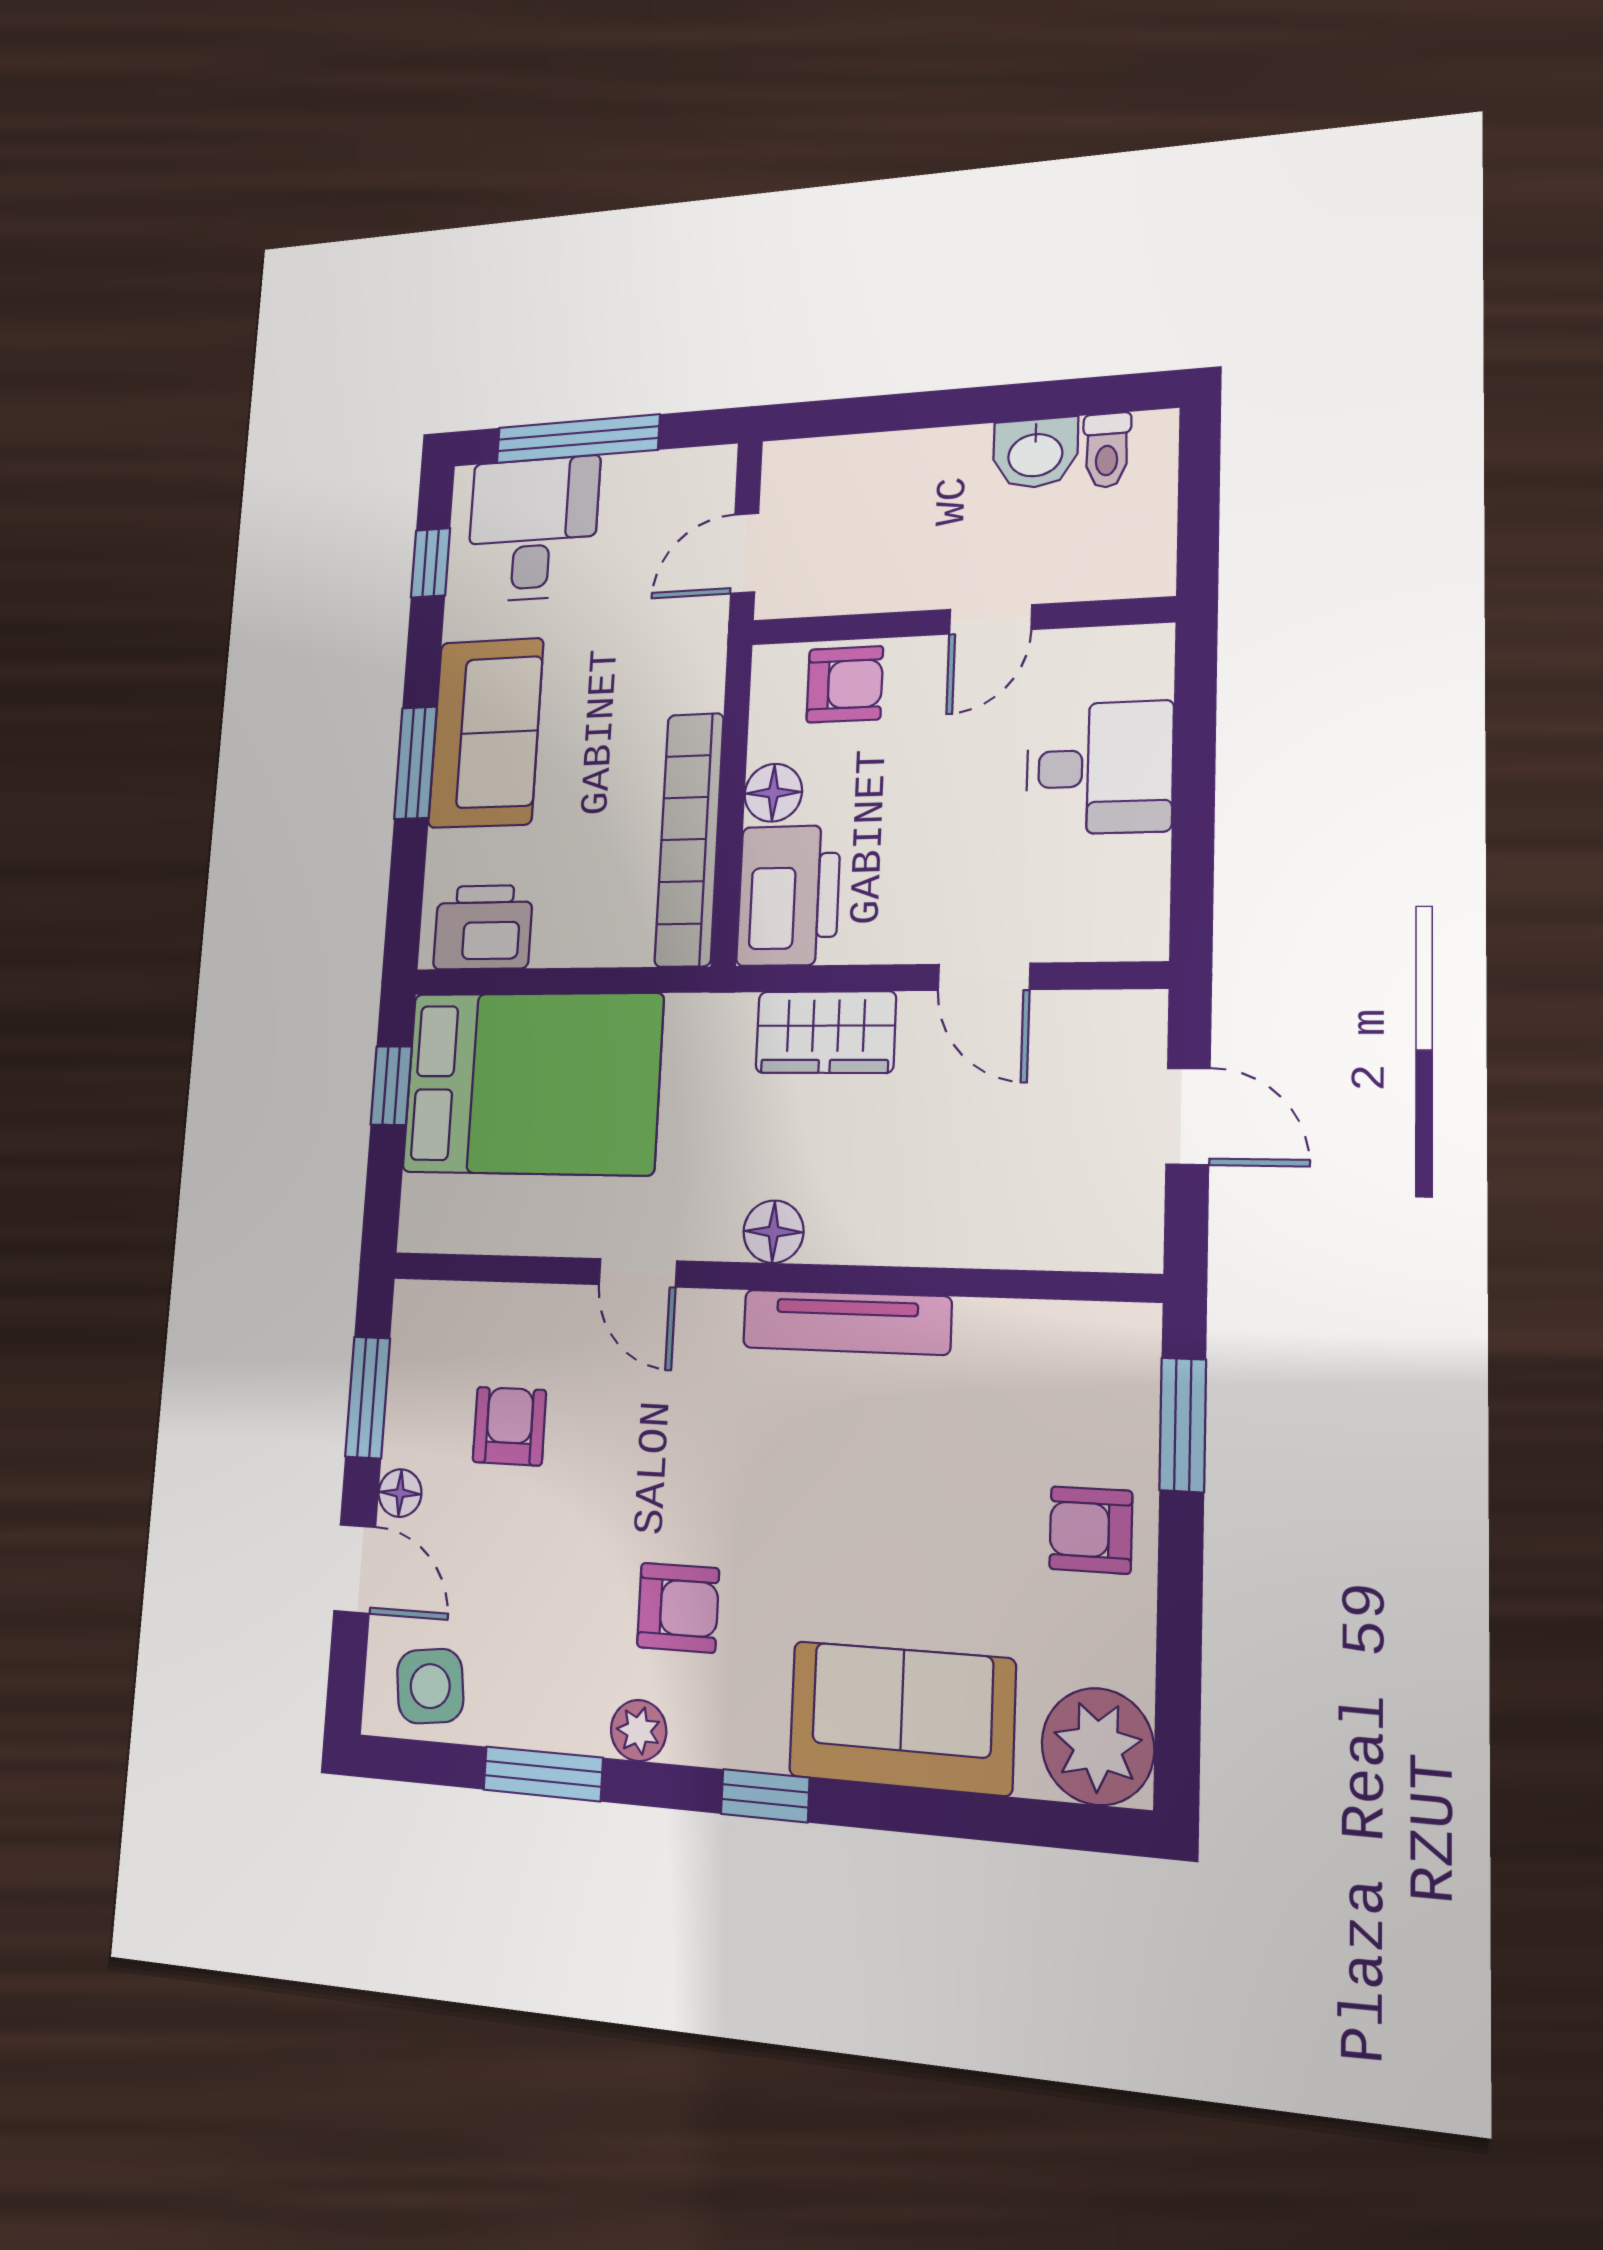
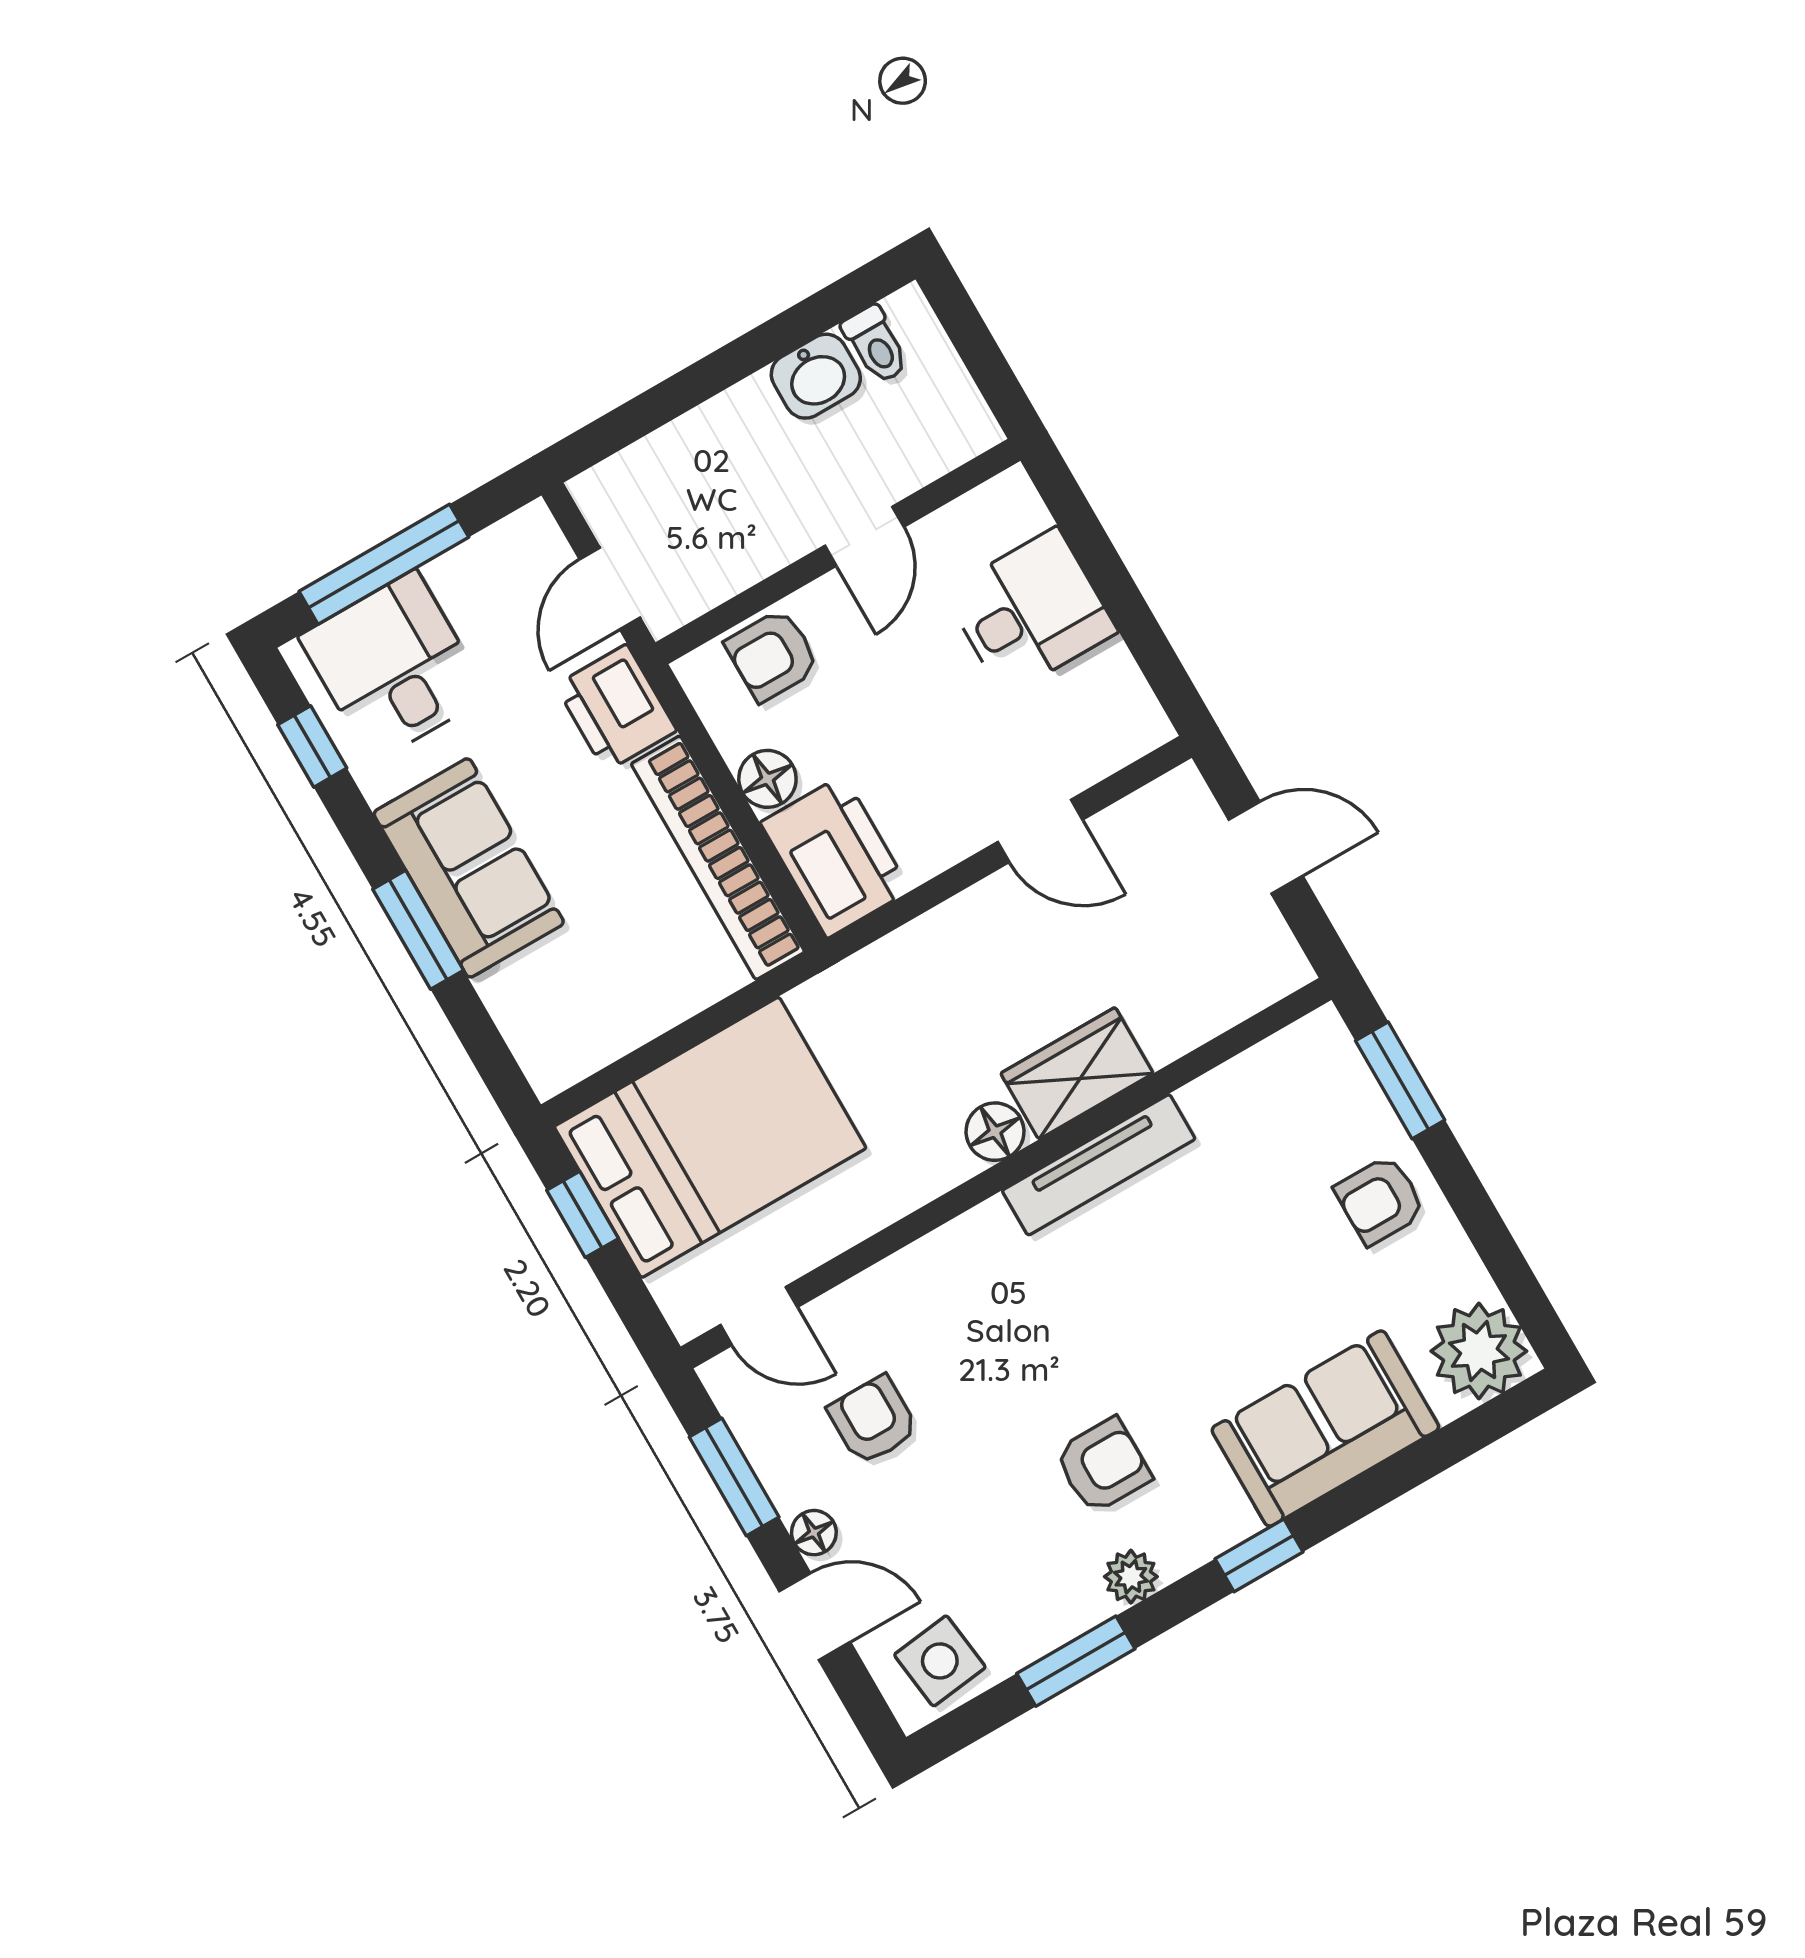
armchair: (845, 684) -> (772, 655), turned 180
printer: (483, 927) -> (616, 708), moved, turned -90
wardrobe: (826, 1032) -> (1077, 1073), moved, turned 180
door: (638, 1273) -> (759, 1316), moved

